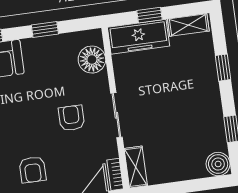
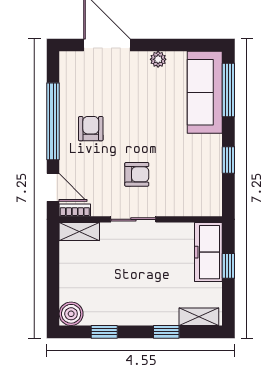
shelving: (188, 25) -> (199, 317), moved, turned 90
floor lamp: (92, 60) -> (192, 203), removed
armchair: (33, 170) -> (91, 129), turned 90

